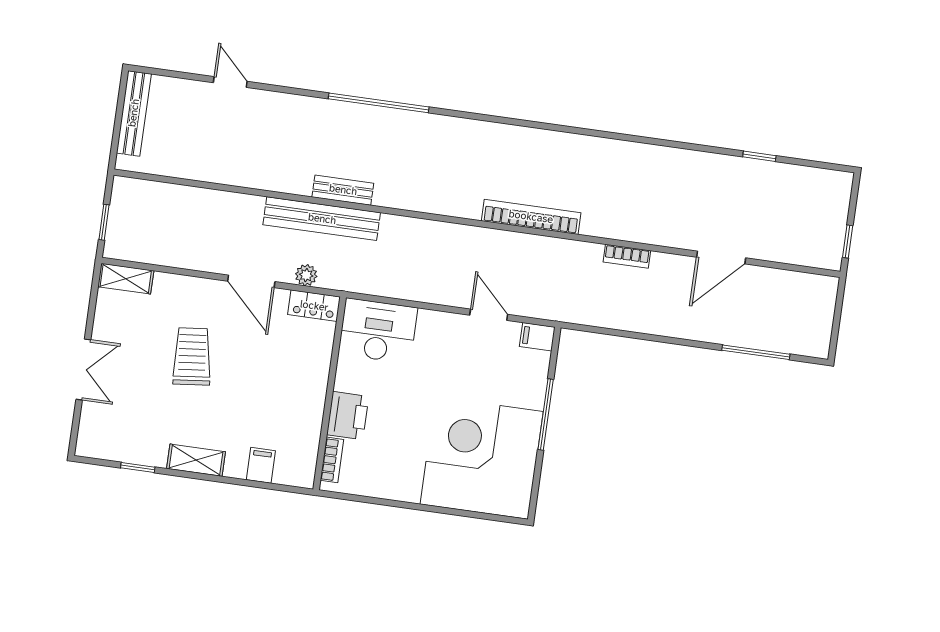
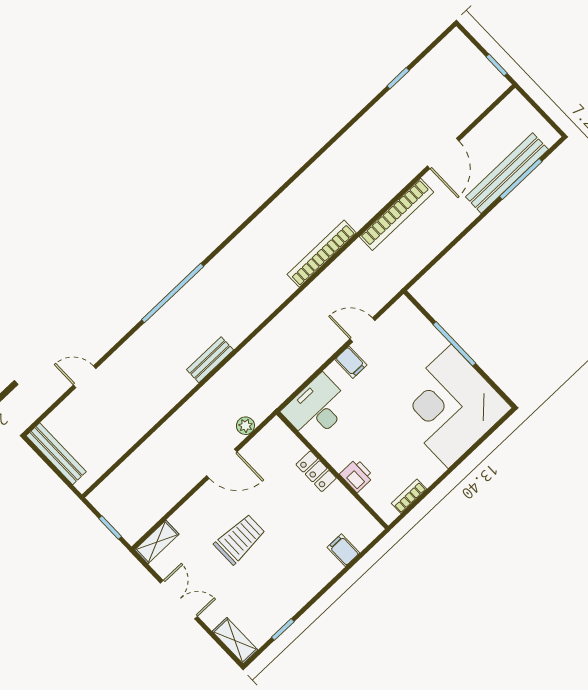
bench: (322, 219) -> (507, 173), moved
bookcase: (627, 256) -> (396, 214), width x2.31, depth x1.31
locker: (314, 306) -> (316, 471), moved, turned 90
filing cabinet: (537, 337) -> (351, 362), moved, turned -90
trolley: (192, 356) -> (240, 539), turned 96
double door: (83, 370) -> (179, 600), moved
printer: (348, 416) -> (357, 475), width x0.73, depth x0.81
shelving: (196, 460) -> (235, 641), moved, turned 90
bookcase: (332, 460) -> (409, 496), moved, turned -90

